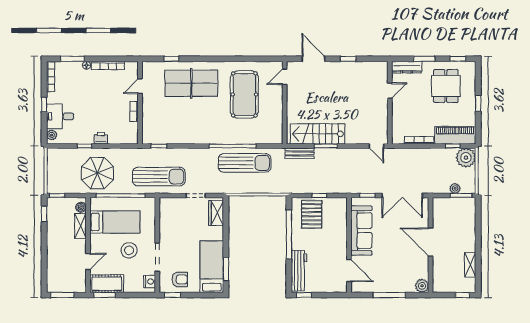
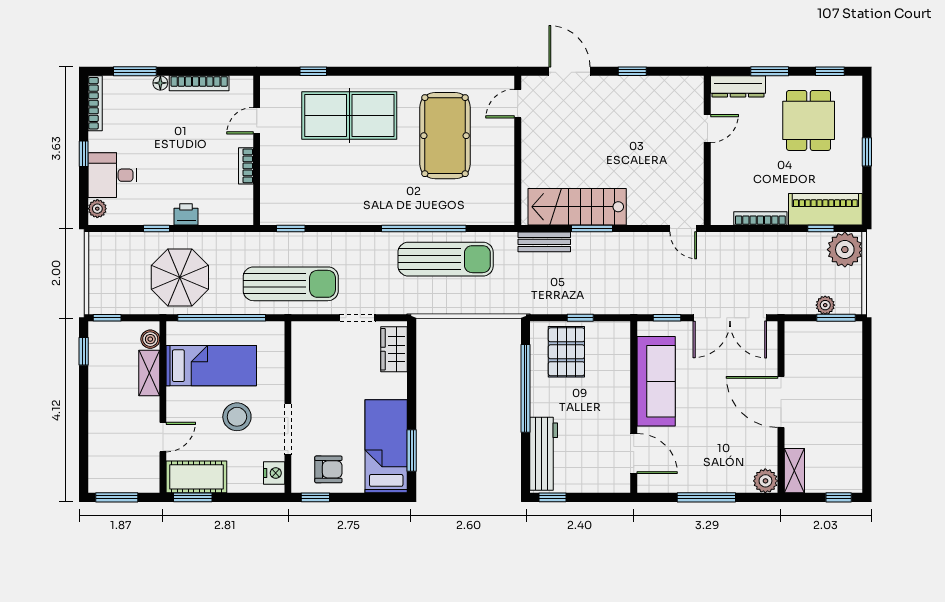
shelving: (470, 265) -> (794, 471), moved

